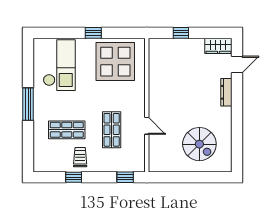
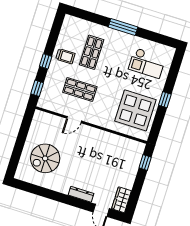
window: (181, 33) -> (145, 162), moved
checkout: (59, 65) -> (147, 63), width x0.73, depth x0.83
window: (74, 177) -> (46, 61), moved

